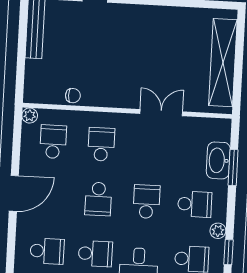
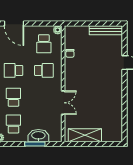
shelving: (223, 63) -> (85, 135), width x0.68
school desk: (53, 142) -> (44, 44), turned 90
school desk: (147, 202) -> (13, 97), turned -90
school desk: (195, 204) -> (13, 124), turned 180

